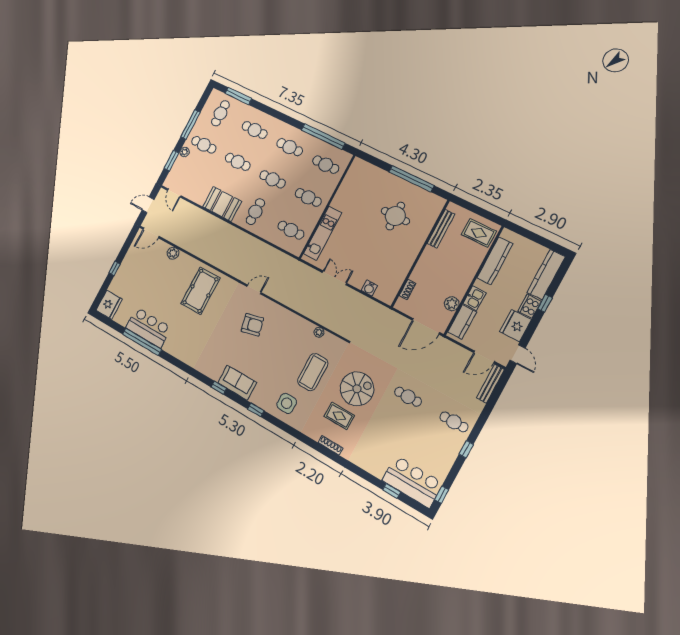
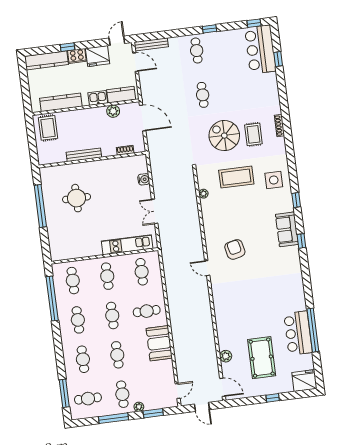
bench: (441, 229) -> (84, 155), moved
pool table: (200, 291) -> (262, 358), moved, turned 90

